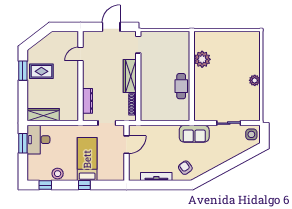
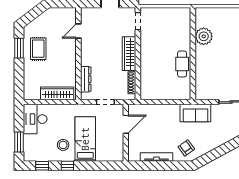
rug: (41, 71) -> (38, 49), turned 90
wardrobe: (43, 115) -> (57, 93), moved
window: (23, 143) -> (19, 142), moved
stool: (58, 174) -> (63, 145), moved
window: (84, 185) -> (67, 166), moved

